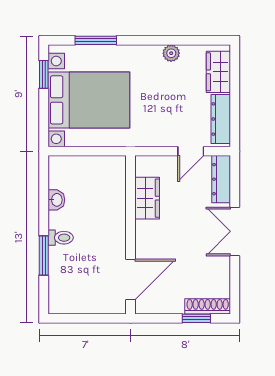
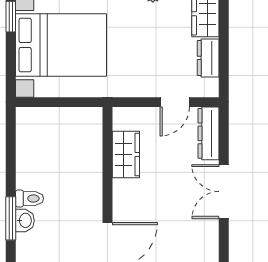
dresser: (221, 119) -> (208, 58), width x0.70
washbasin: (56, 200) -> (25, 220), moved

